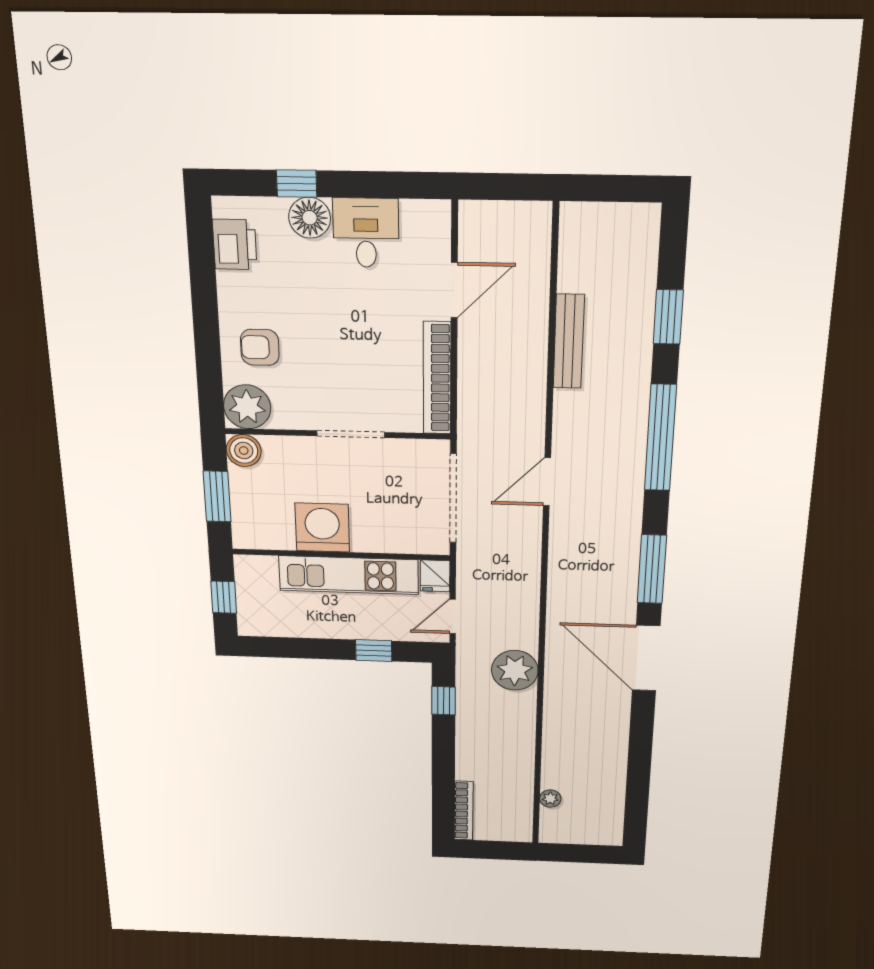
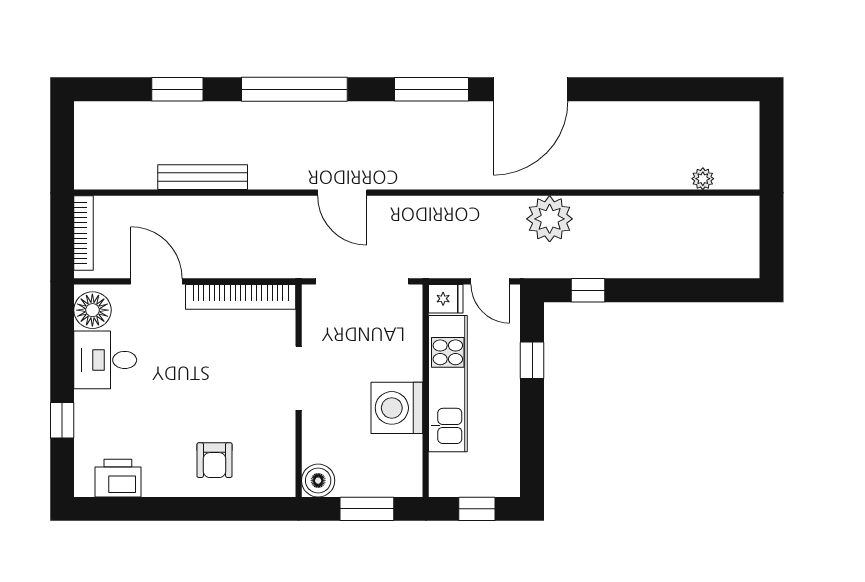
floor lamp: (310, 218) -> (92, 310), moved
plant: (247, 407) -> (274, 475), removed
bookcase: (464, 811) -> (84, 233), moved, turned 90

